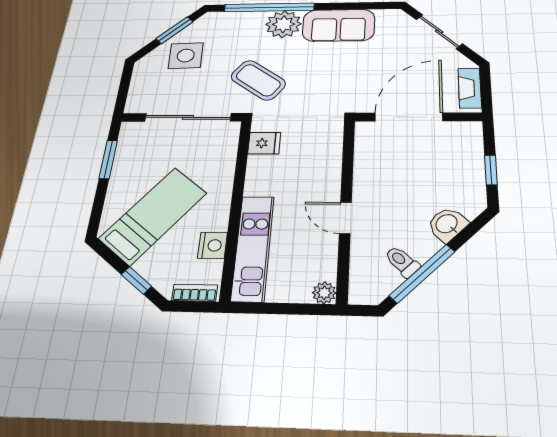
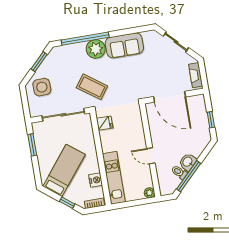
side table: (186, 56) -> (42, 87), moved
door: (409, 117) -> (170, 97), swing flipped
washbasin: (447, 224) -> (188, 162), moved

